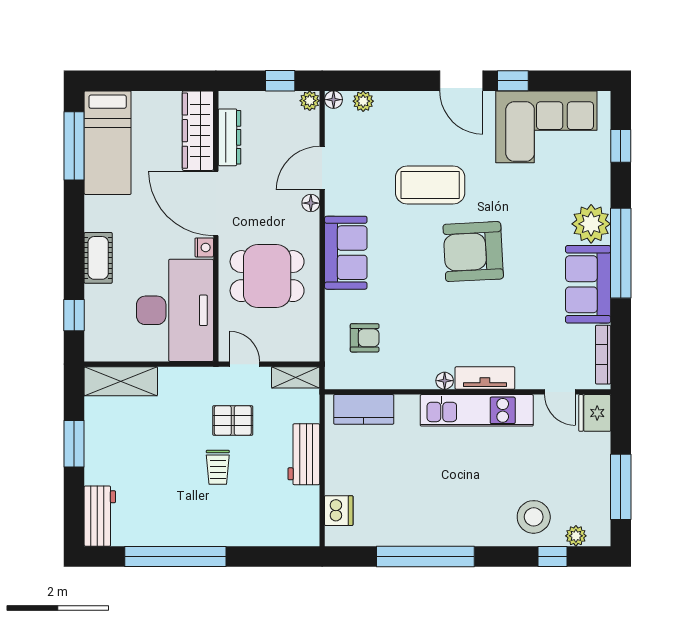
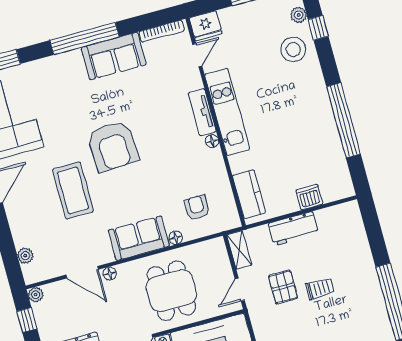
floor lamp: (334, 100) -> (176, 238), moved
plant: (591, 224) -> (69, 66), removed
dishwasher: (339, 511) -> (309, 197), moved

